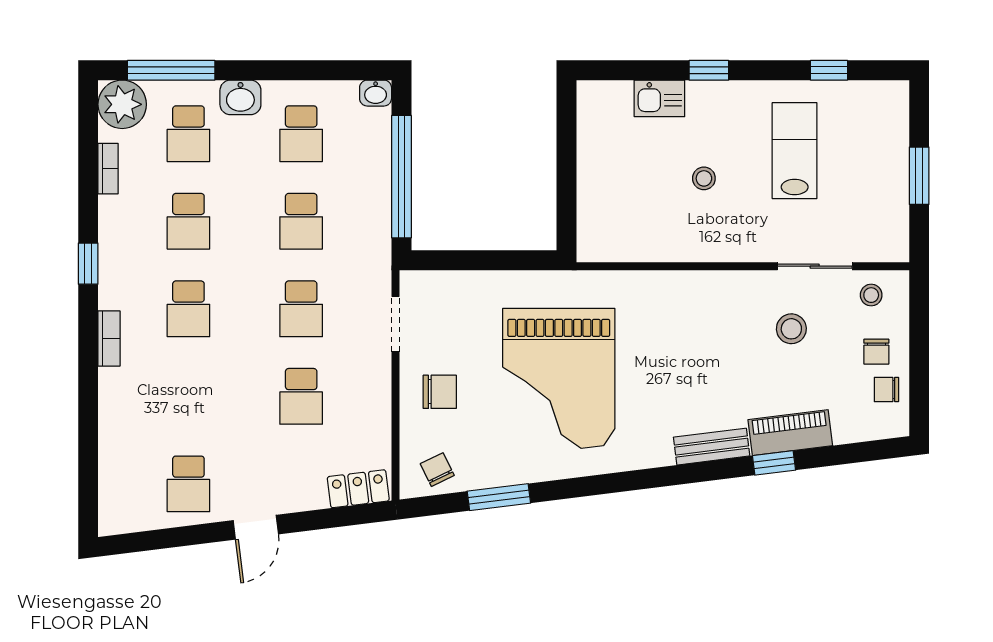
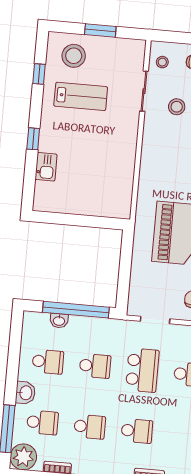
washbasin: (376, 93) -> (59, 321), moved, turned 90
lab bench: (795, 151) -> (81, 96), turned 180
stool: (704, 178) -> (74, 56), moved, width x1.89, depth x1.89
school desk: (301, 309) -> (142, 370), width x1.85

